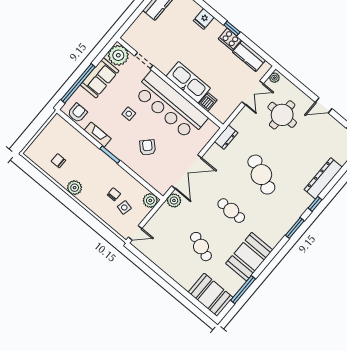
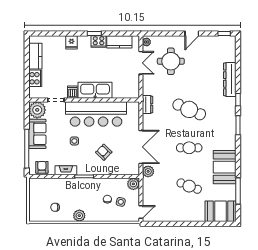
cooker: (141, 24) -> (35, 78), added
dishwasher: (208, 102) -> (72, 92), moved

